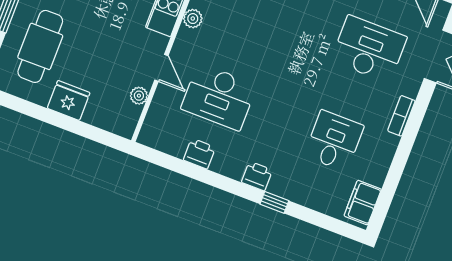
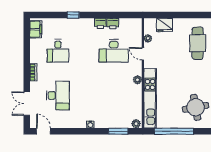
desk: (369, 49) -> (58, 95), turned -90
desk: (219, 97) -> (114, 51), turned 180
fridge: (69, 100) -> (165, 25), moved
printer: (257, 176) -> (100, 23), moved

